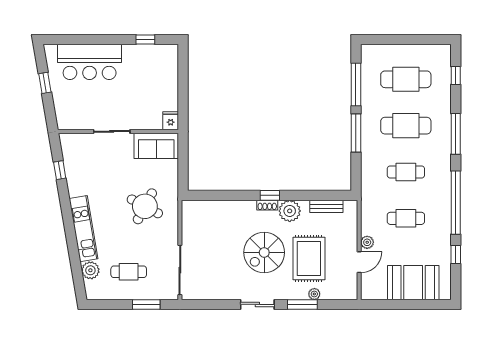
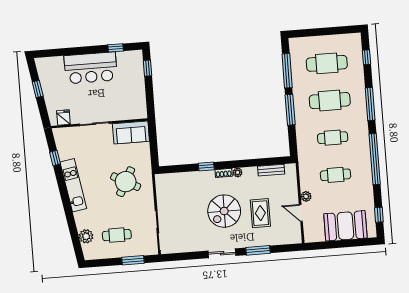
bar counter: (90, 62) -> (91, 68), moved
window: (183, 68) -> (147, 68), added
fridge: (171, 121) -> (63, 118), moved
window: (270, 195) -> (206, 166), moved
plant: (290, 211) -> (238, 172), width x0.53, depth x0.53
kitchen unit: (84, 229) -> (73, 185), moved
window: (456, 255) -> (379, 215), moved
rug: (309, 259) -> (260, 213), width x0.73, depth x0.70
door: (359, 262) -> (301, 213), swing flipped
plant: (314, 294) -> (267, 241), removed

